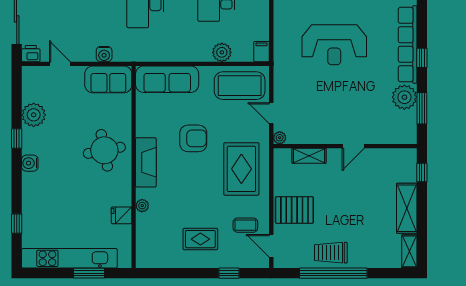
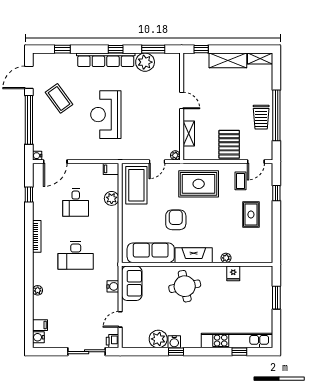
reception desk: (334, 45) -> (106, 115), turned 180
sofa: (167, 79) -> (151, 253), moved, turned -90
water cooler: (30, 163) -> (174, 342), moved
kitchen unit: (69, 258) -> (237, 341), moved, turned 90

